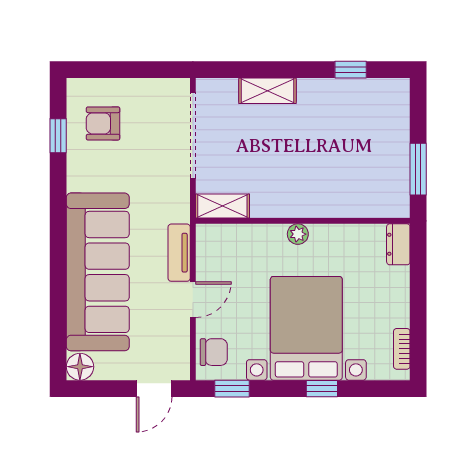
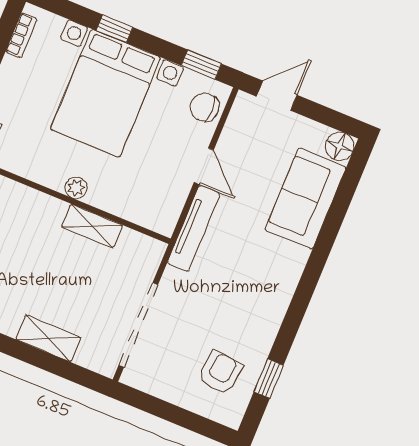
armchair: (103, 123) -> (220, 372), turned -84
shelving: (222, 206) -> (92, 226), moved
tv unit: (179, 253) -> (194, 229), width x1.41
sofa: (98, 272) -> (306, 198), width x0.54, depth x0.79
door: (193, 300) -> (204, 166), swing flipped

